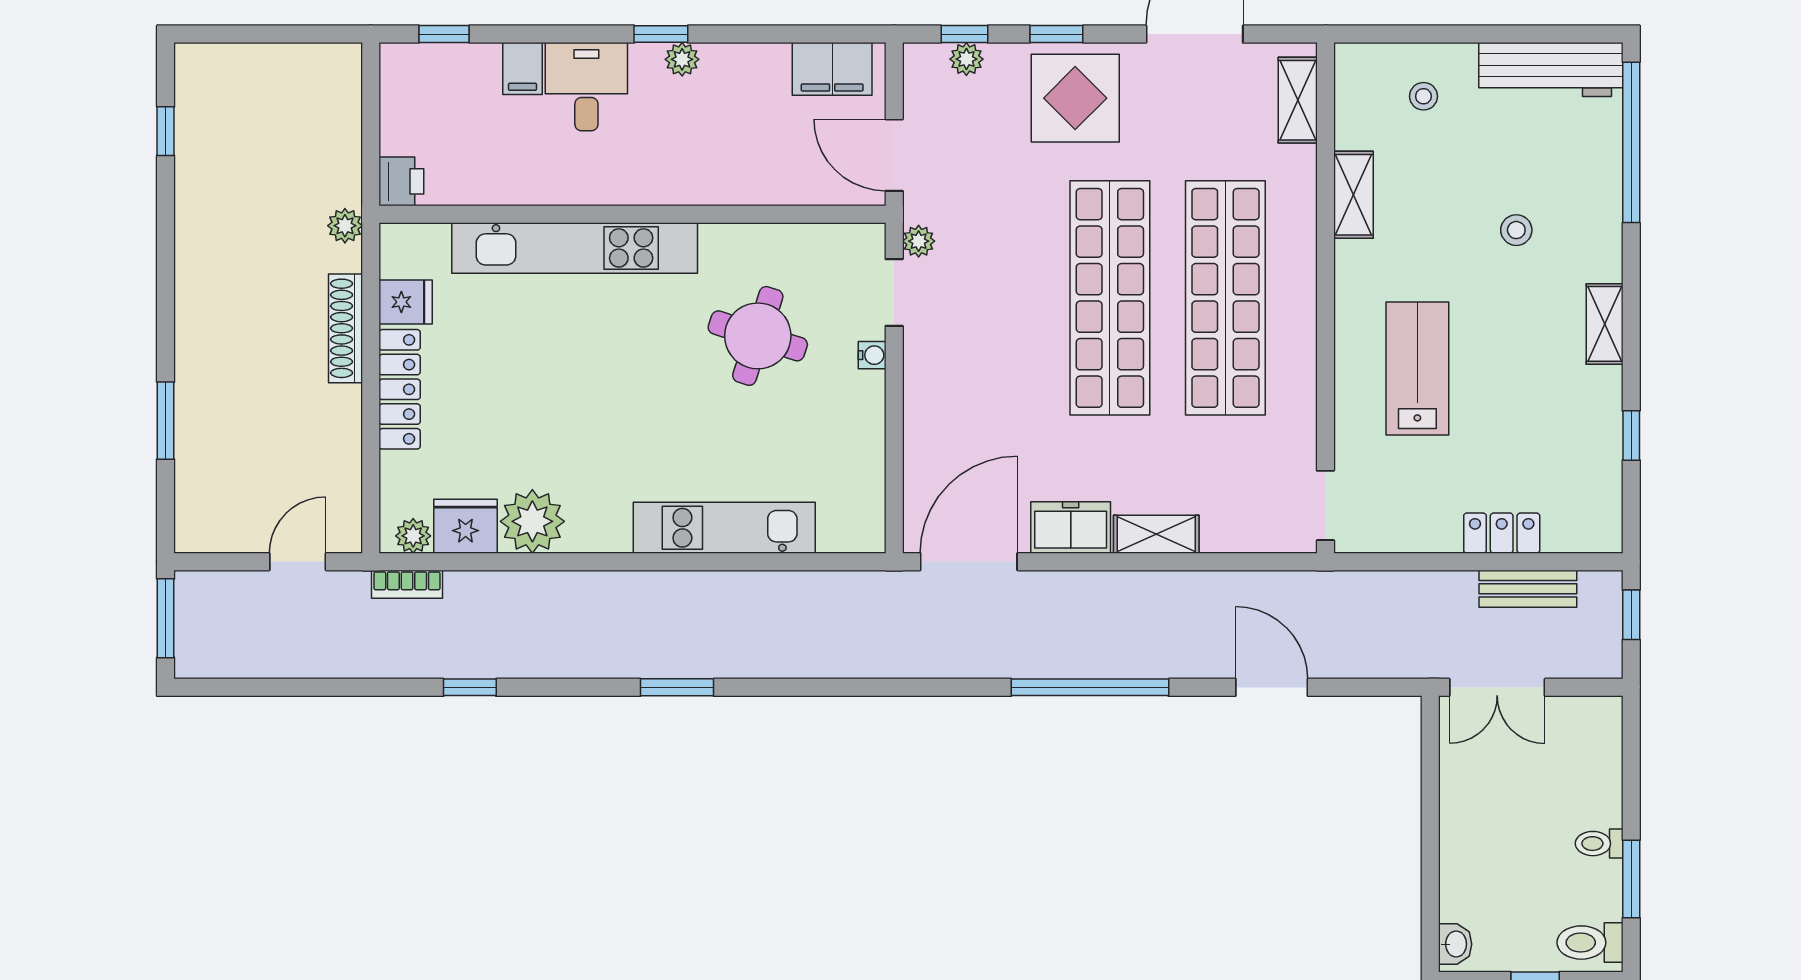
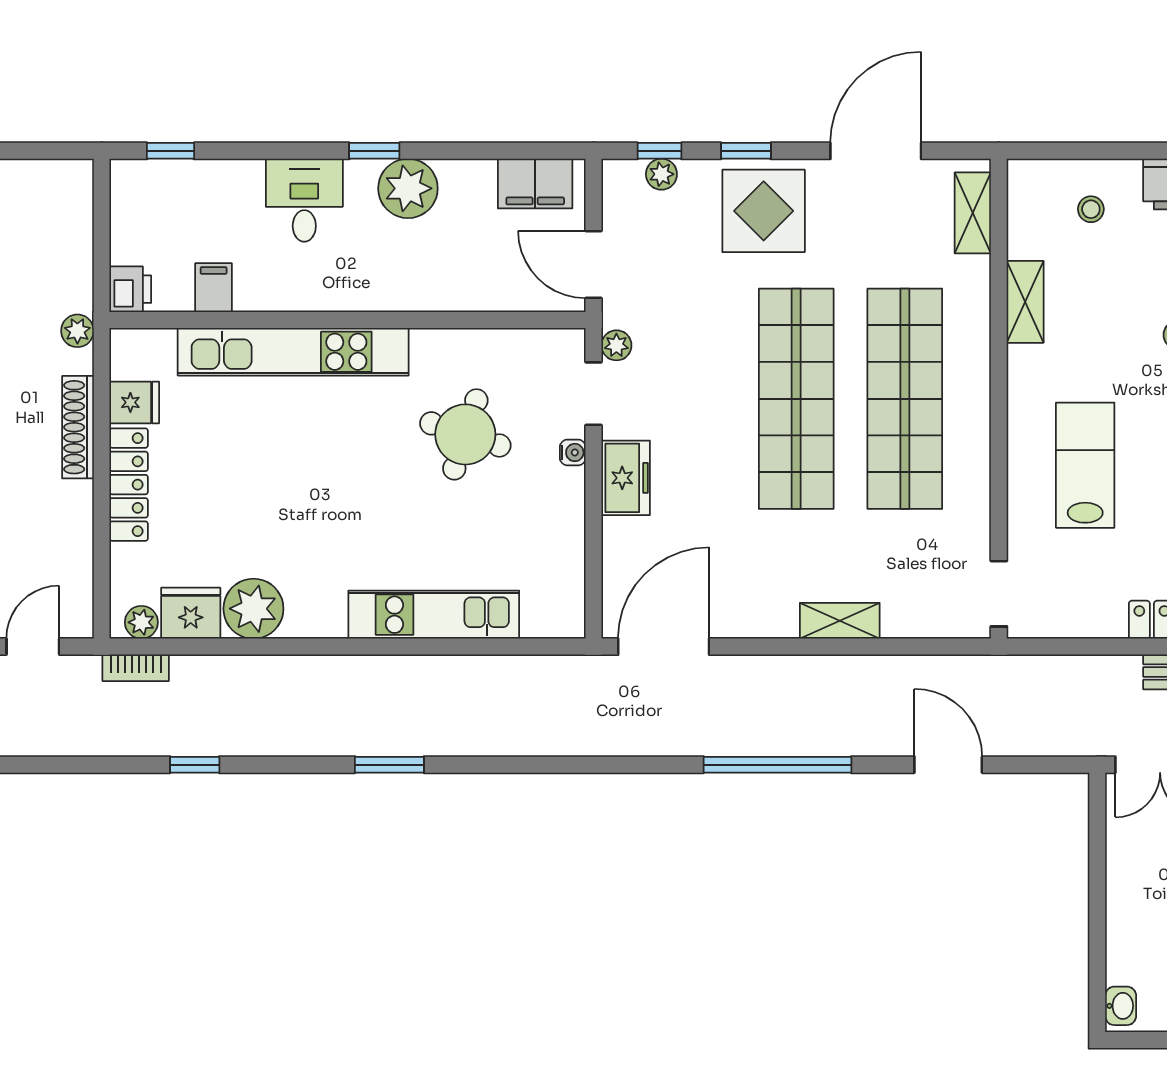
plant: (682, 59) -> (408, 188), width x1.87, depth x1.87
filing cabinet: (523, 69) -> (214, 288), moved, turned 180
freezer: (1071, 528) -> (626, 478), moved, turned 90

